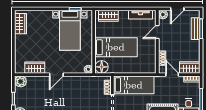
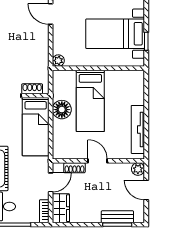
tv unit: (141, 15) -> (138, 129), width x1.41
wardrobe: (108, 16) -> (136, 90), removed
door: (157, 32) -> (98, 161), moved
floor lamp: (102, 67) -> (62, 110), moved

